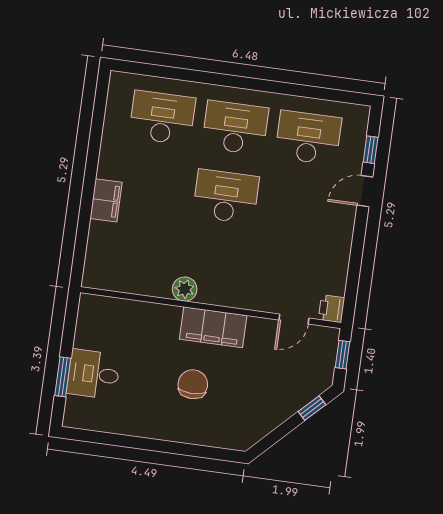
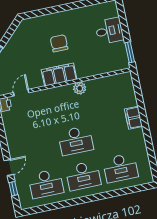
window: (63, 377) -> (130, 52), moved
chair: (193, 384) -> (59, 43), turned 180

